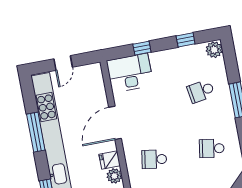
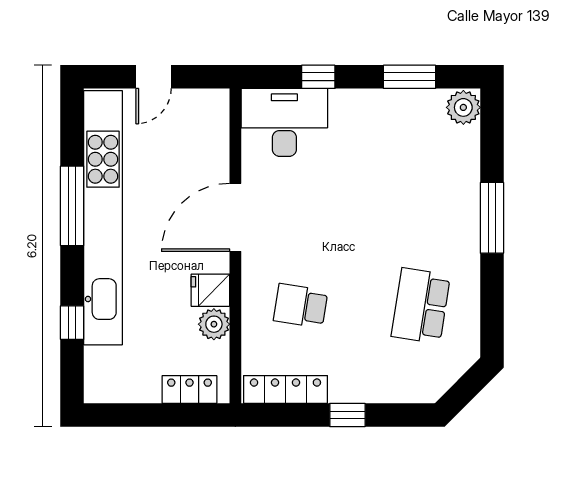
window: (186, 40) -> (409, 77), width x1.50
school desk: (201, 91) -> (421, 186), removed
school desk: (212, 148) -> (421, 306), width x1.85

